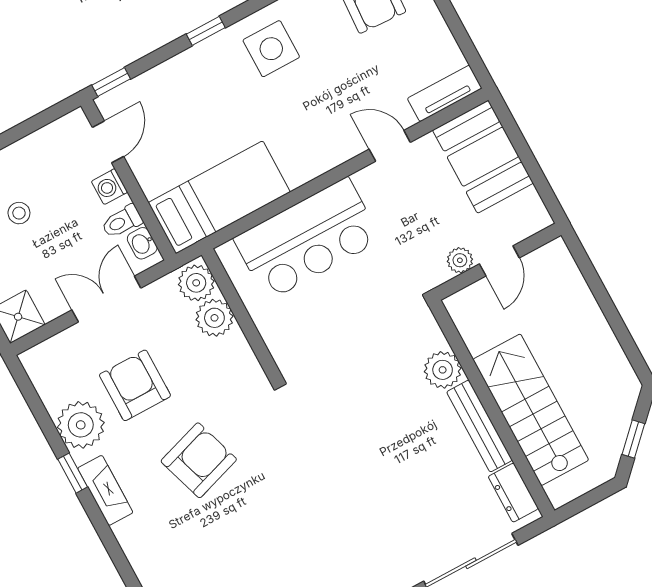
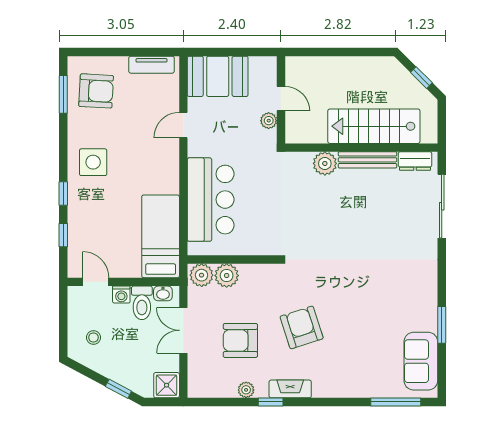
window: (111, 82) -> (63, 235), moved
tv unit: (445, 93) -> (151, 65), moved, turned -90
stool: (19, 213) -> (93, 337), moved
toilet: (122, 221) -> (142, 303), width x1.37, depth x1.39
plant: (81, 425) -> (246, 390), width x0.53, depth x0.53

